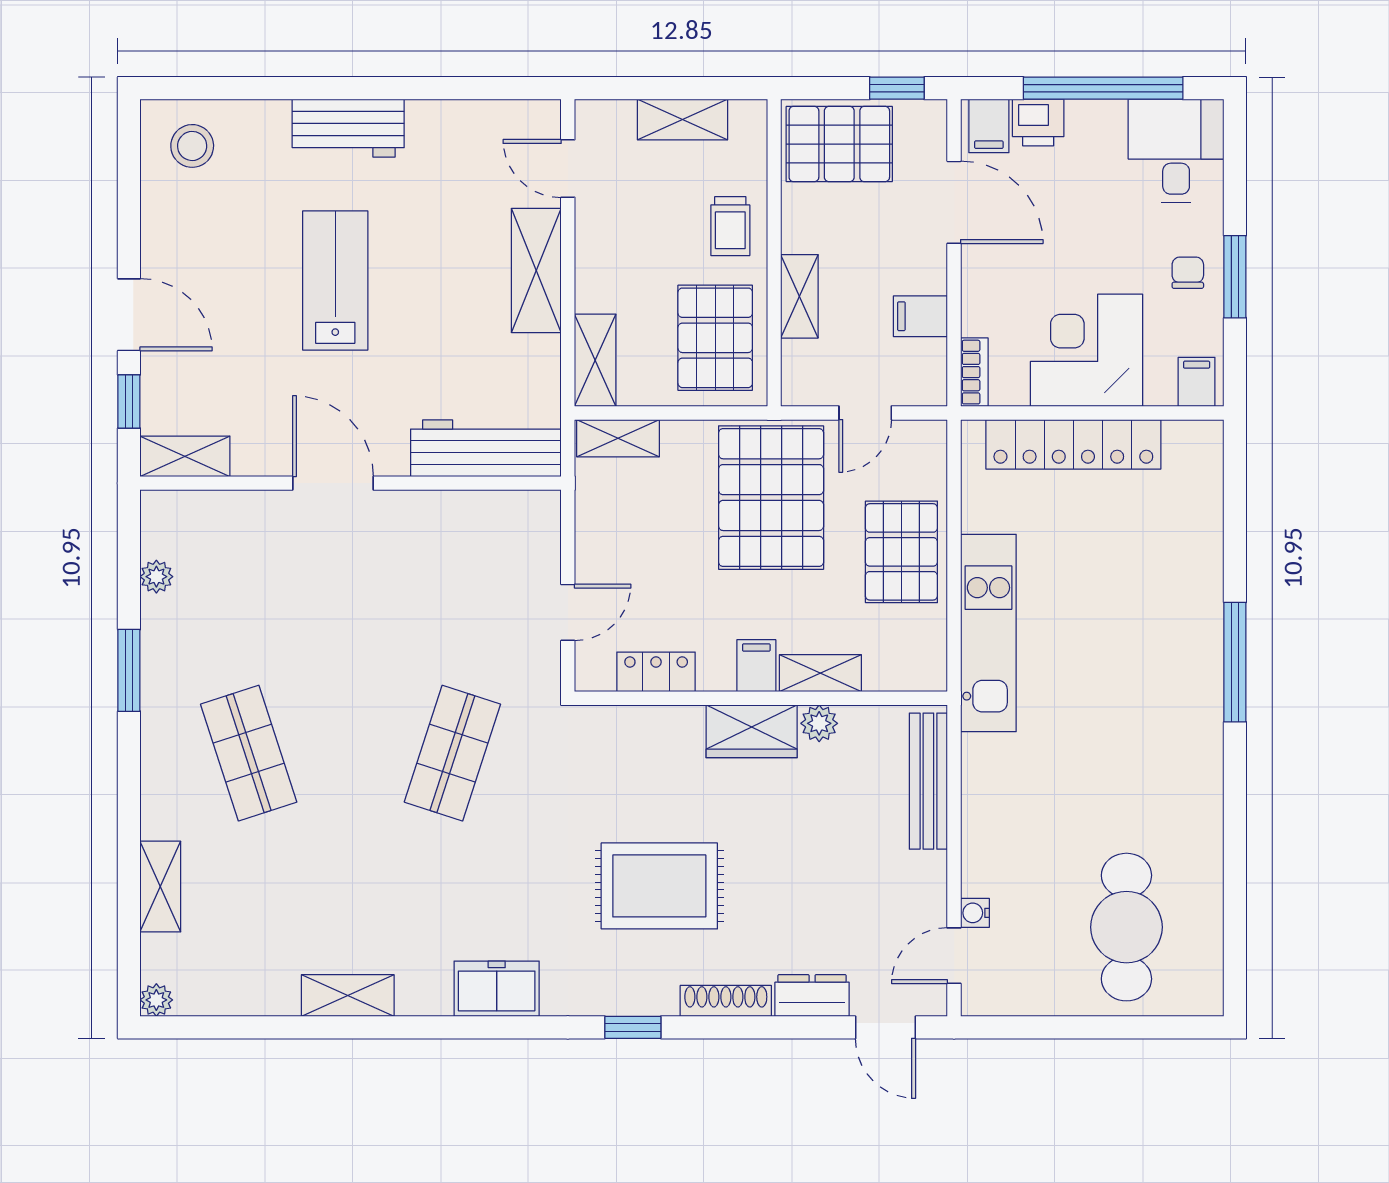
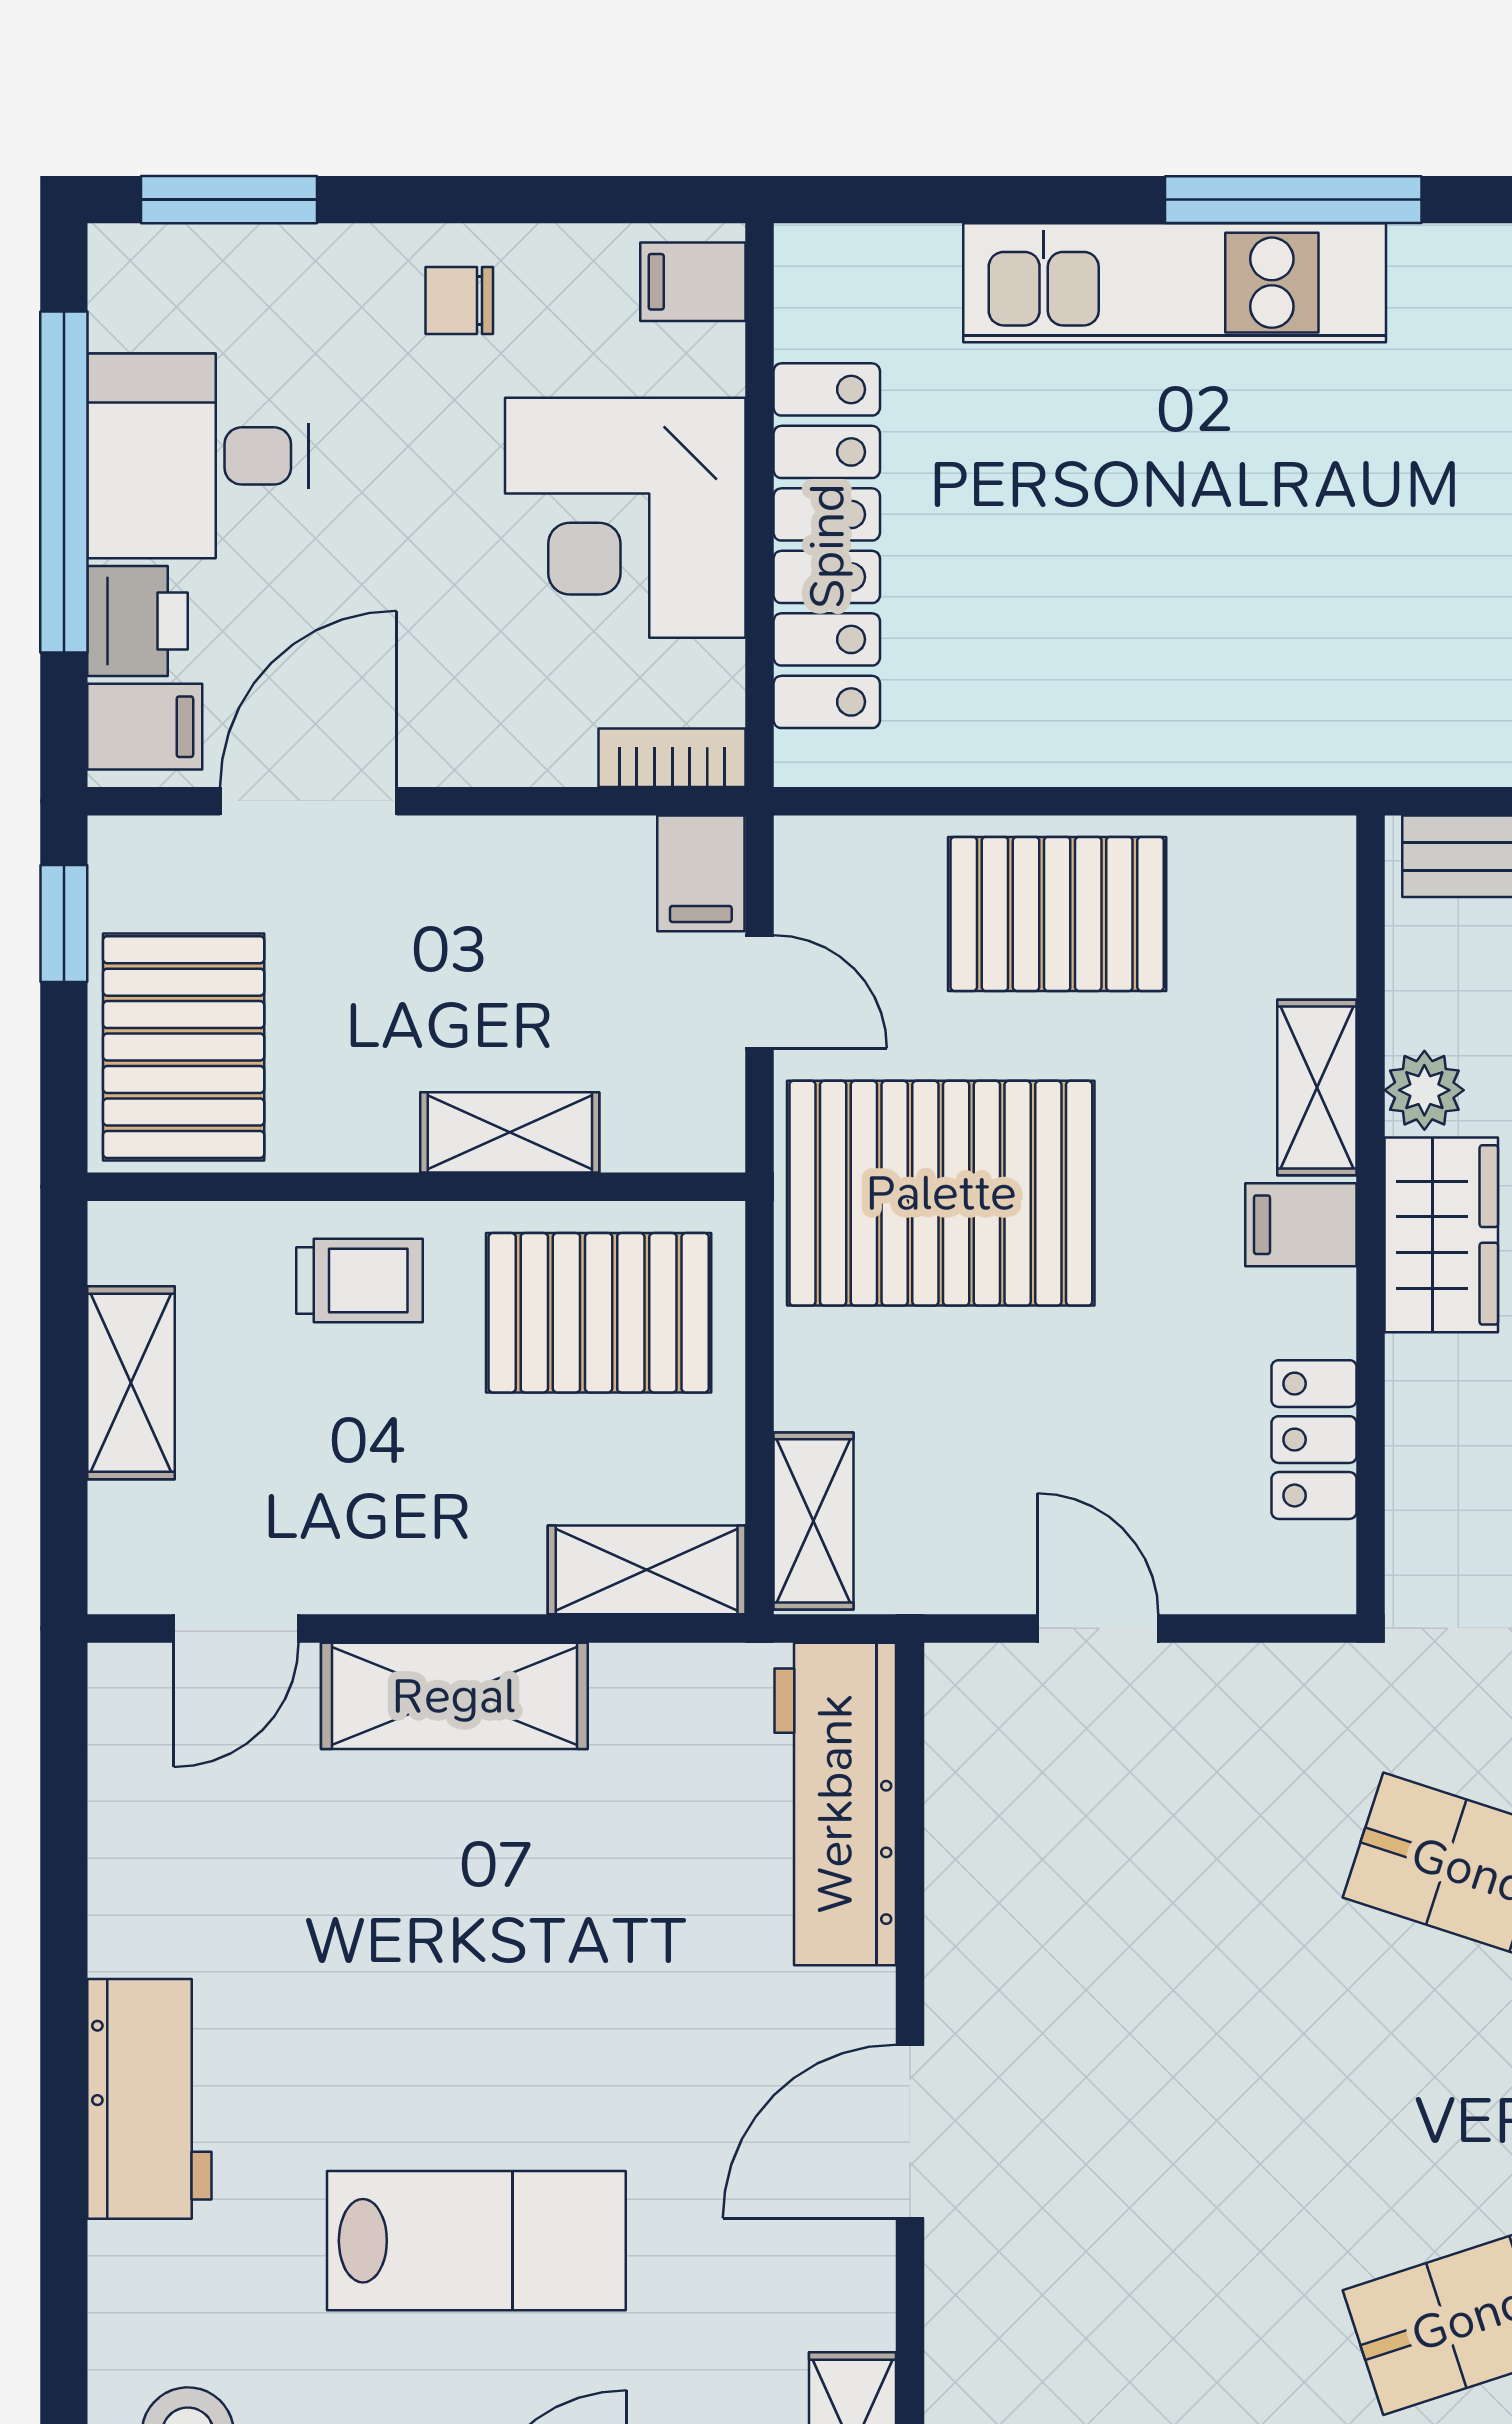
desk: (1176, 151) -> (198, 456), moved
window: (1235, 277) -> (229, 200), moved
lab bench: (335, 281) -> (476, 2241), moved, turned 180
filing cabinet: (920, 316) -> (701, 873), moved
door: (568, 612) -> (1098, 1628), moved
kitchen unit: (988, 633) -> (1175, 283), moved, turned 180

